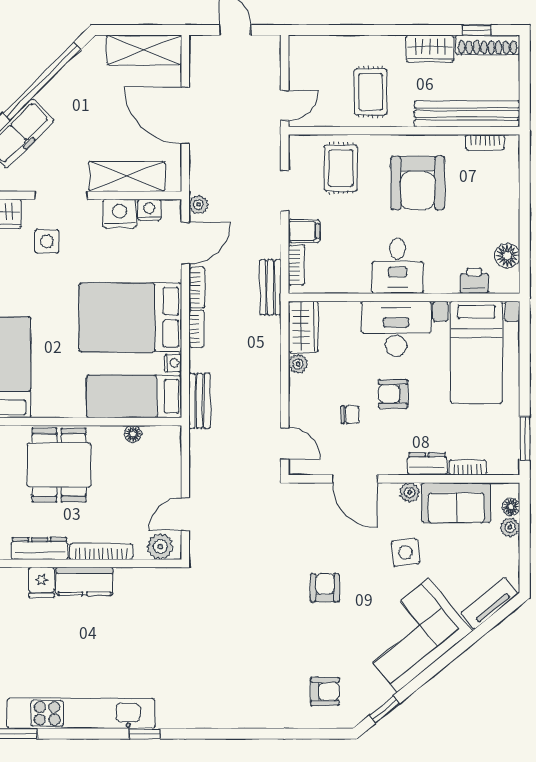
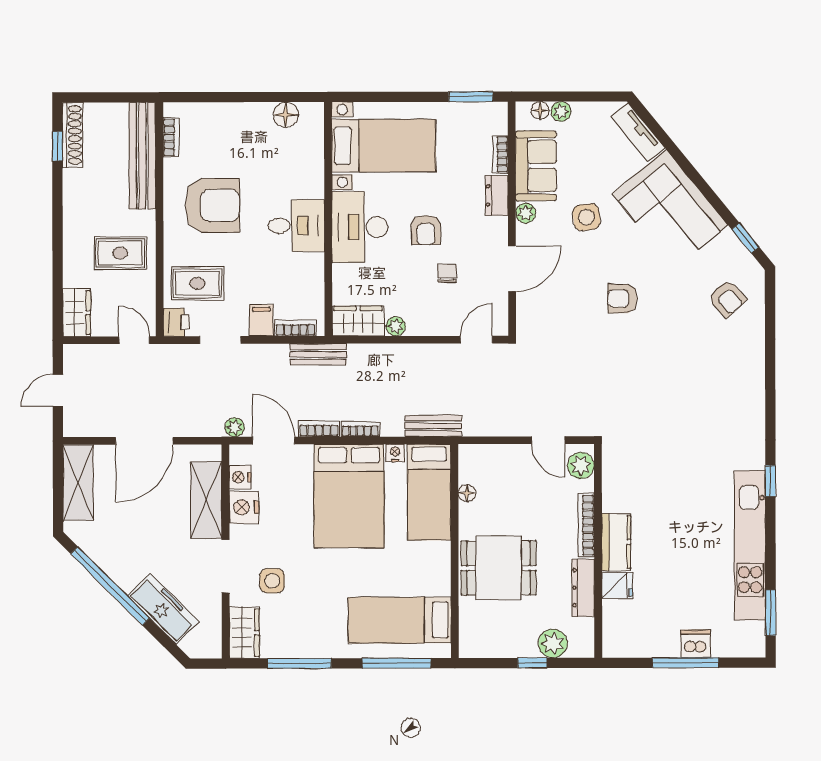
wardrobe: (430, 49) -> (77, 313), moved
printer: (474, 281) -> (176, 322), moved, turned 180
armchair: (325, 691) -> (727, 298), turned 138

